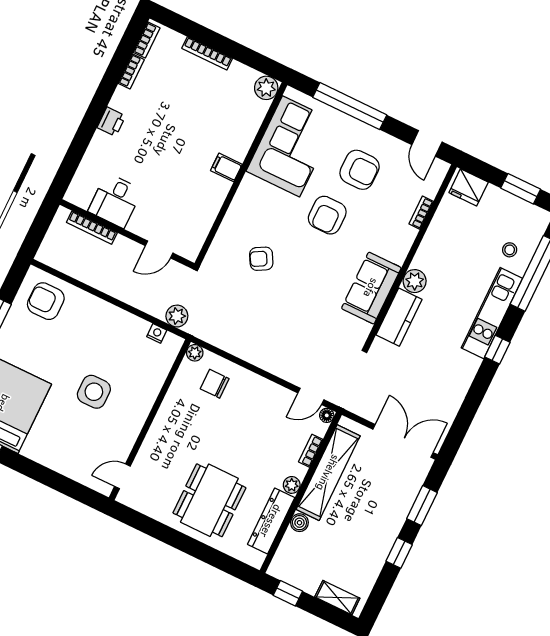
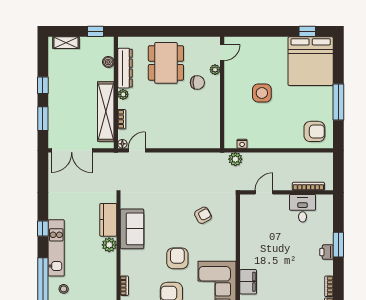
window: (89, 124) -> (338, 245), added
filing cabinet: (226, 167) -> (248, 282), moved, width x2.00
plant: (195, 353) -> (215, 70), moved
chair: (215, 384) -> (197, 82), moved
boiler: (299, 523) -> (108, 62), moved

